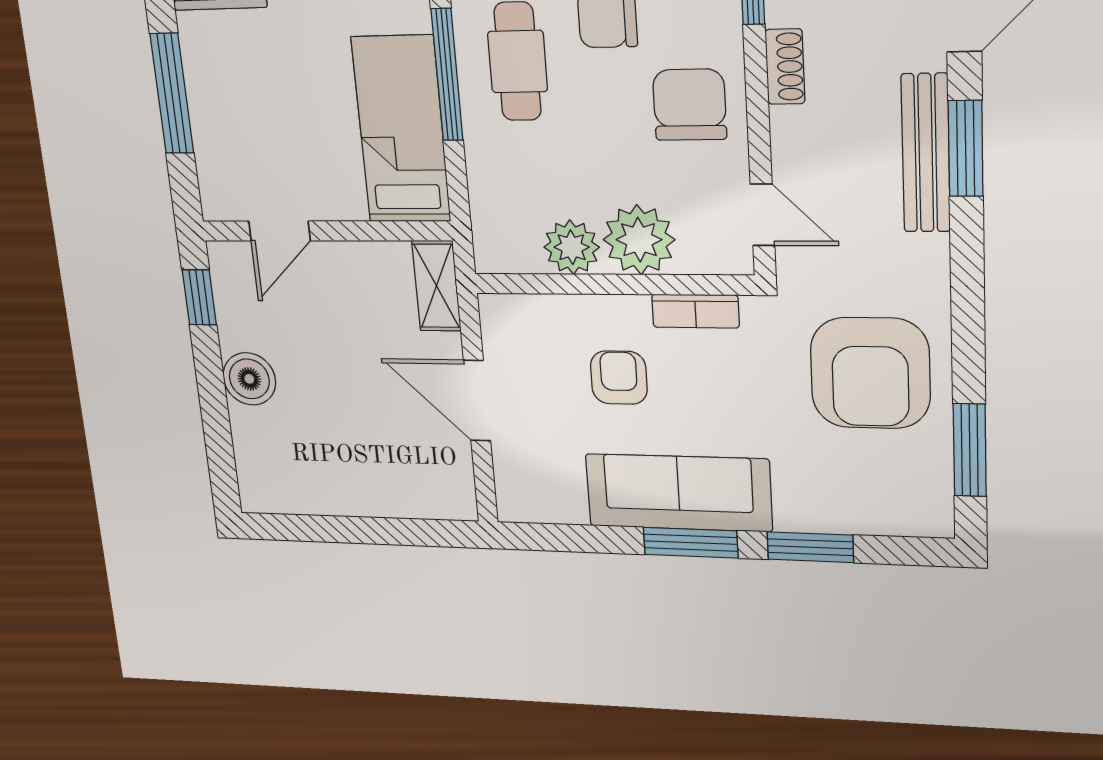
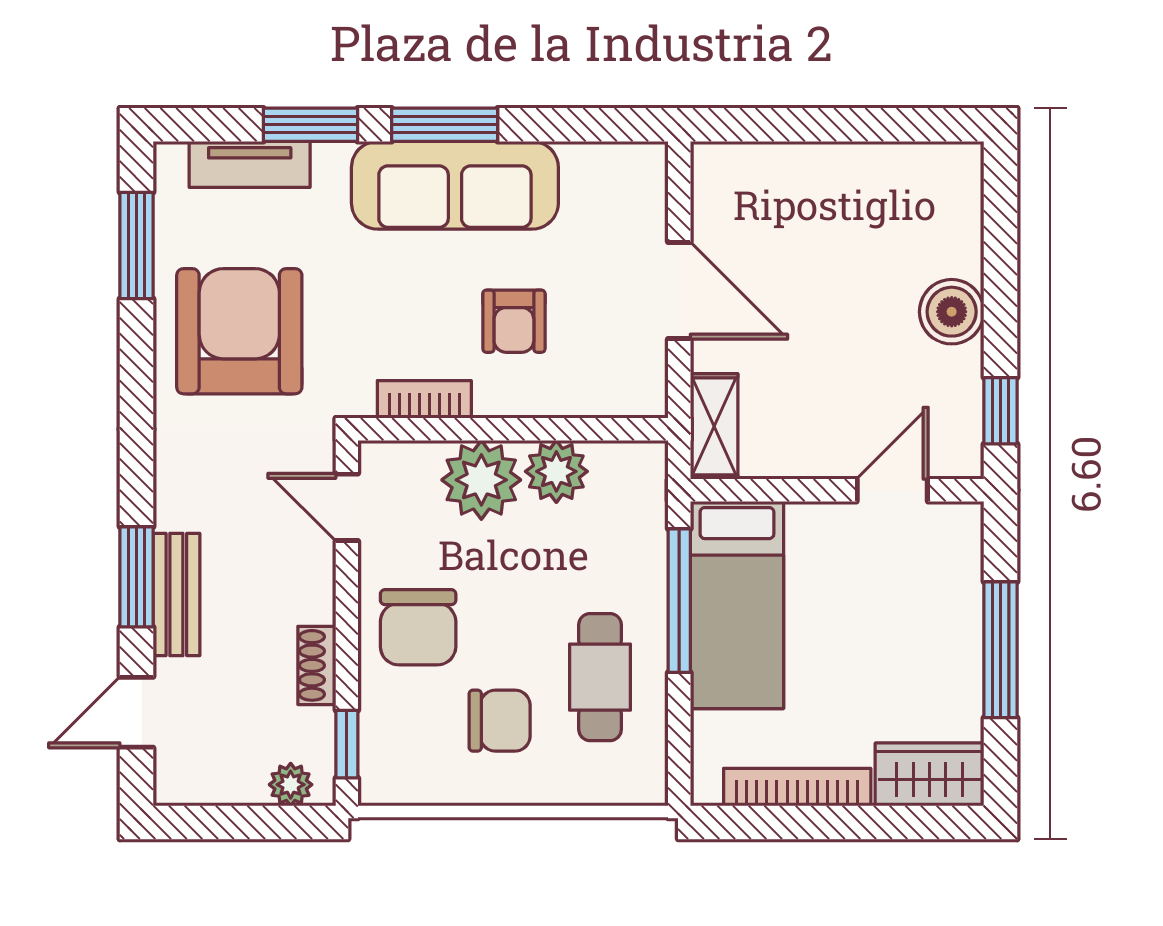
window: (447, 75) -> (679, 601), moved
bench: (926, 153) -> (176, 595), width x0.73
tv unit: (865, 516) -> (250, 164), added

